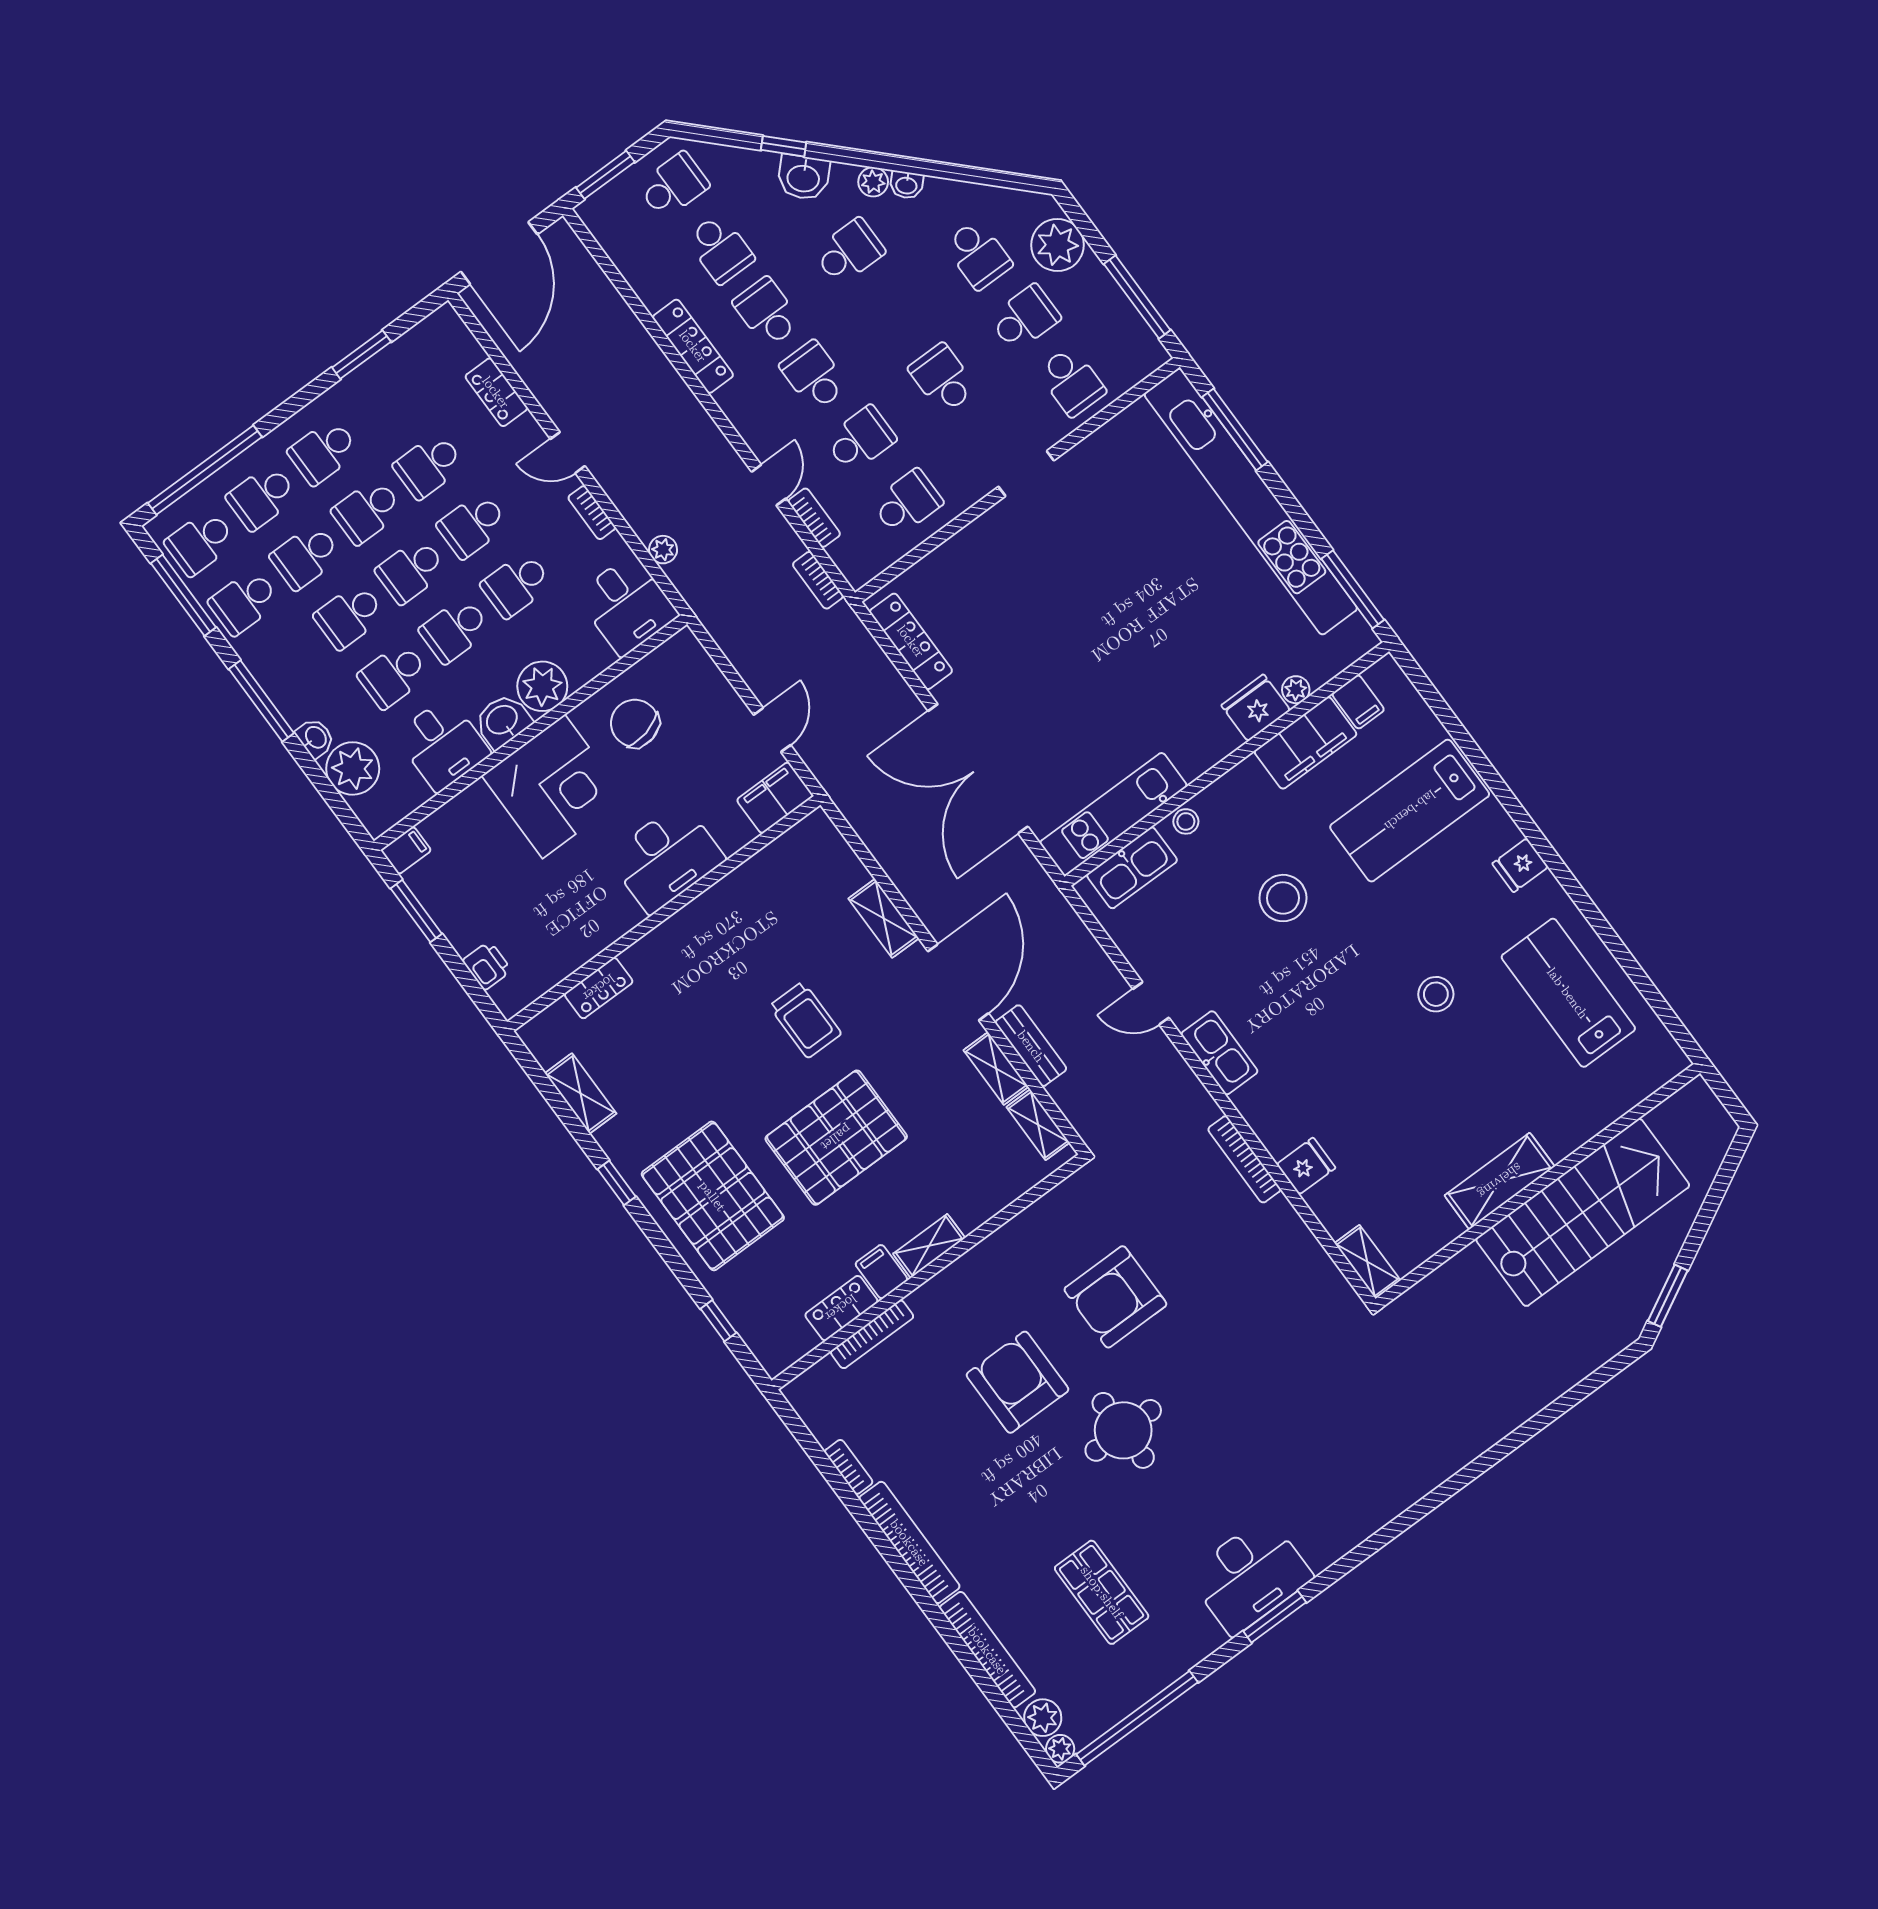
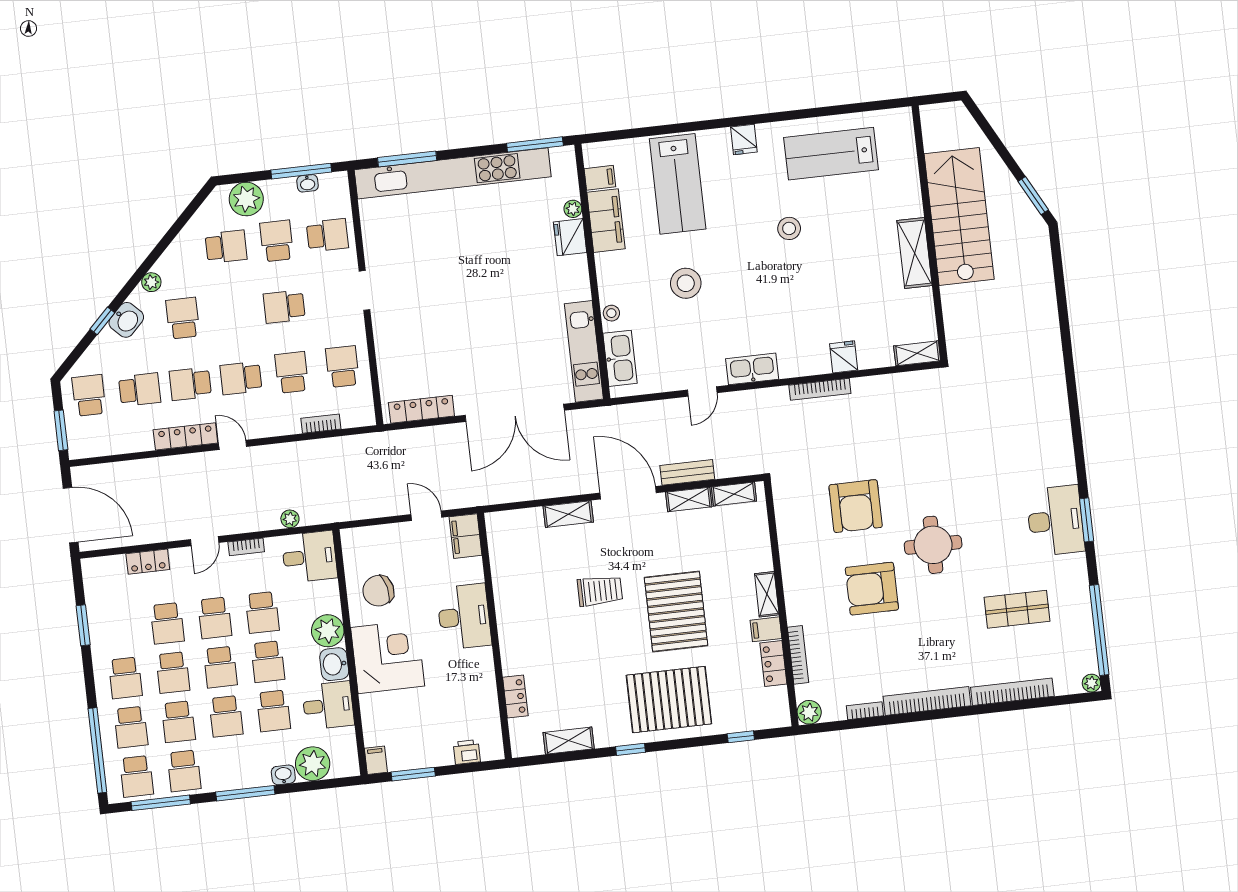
washbasin: (906, 185) -> (308, 183), moved, turned 45
door: (769, 485) -> (233, 445), moved
bookcase: (818, 580) -> (357, 442), removed
plant: (1043, 1718) -> (809, 712), moved

